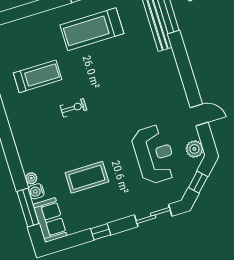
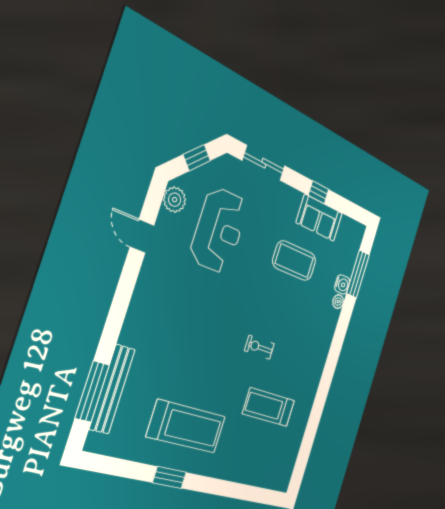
reception desk: (154, 154) -> (219, 230), turned 180
sofa: (50, 220) -> (319, 218), moved, turned -90

